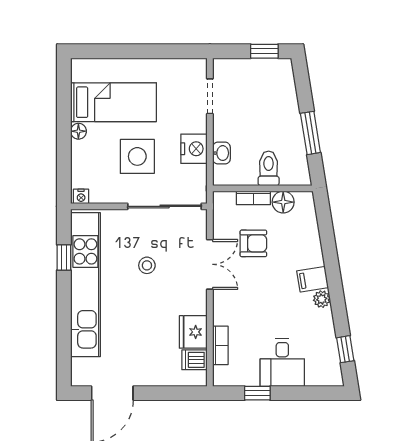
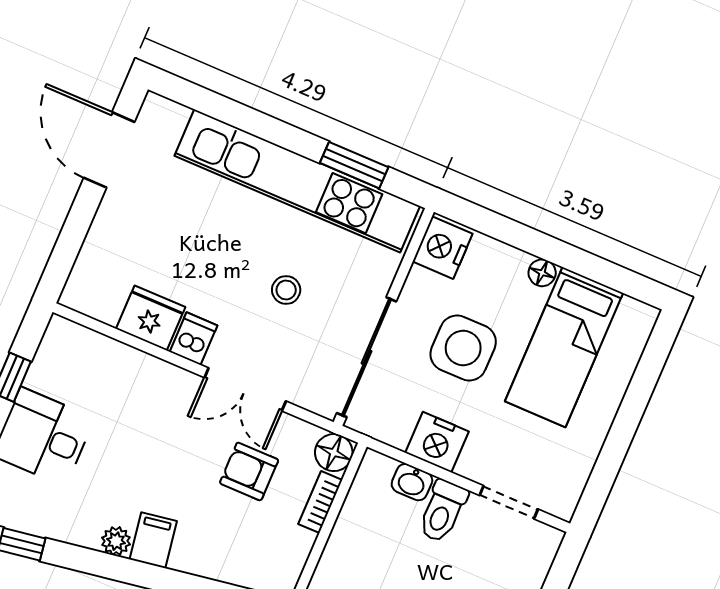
toilet: (269, 168) -> (443, 511), moved, turned 90
nightstand: (81, 196) -> (443, 248), width x1.89, depth x1.79
floor lamp: (283, 202) -> (334, 453), moved
armchair: (253, 243) -> (249, 471), turned 90
window: (64, 258) -> (354, 165), width x1.50
bookcase: (220, 345) -> (111, 351), removed
dishwasher: (195, 360) -> (194, 339), moved

